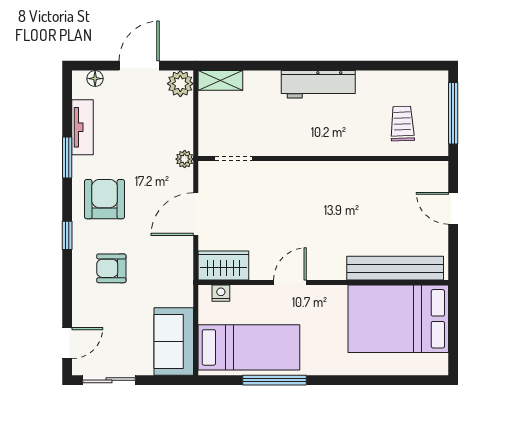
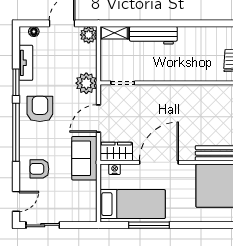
workbench: (318, 84) -> (153, 35), moved
plant: (185, 159) -> (86, 83), width x1.88, depth x1.88
window: (67, 235) -> (16, 132), width x3.17
armchair: (111, 268) -> (39, 169), moved
door: (290, 283) -> (159, 162), width x1.87
sofa: (174, 341) -> (84, 158), moved

